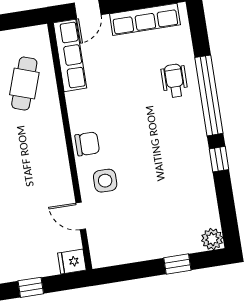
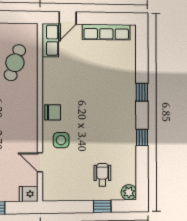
row of seats: (70, 55) -> (50, 40), width x0.68
wheelchair: (174, 81) -> (102, 175), moved
window: (209, 95) -> (142, 92), width x0.32

